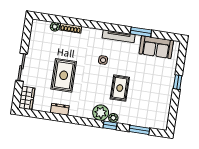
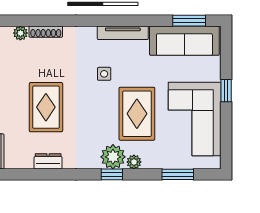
window: (141, 32) -> (189, 21), moved
sofa: (156, 47) -> (184, 41), width x1.36
rug: (120, 88) -> (137, 114), width x1.36, depth x1.43
corner sofa: (155, 97) -> (195, 119), added
window: (110, 125) -> (112, 174), moved

